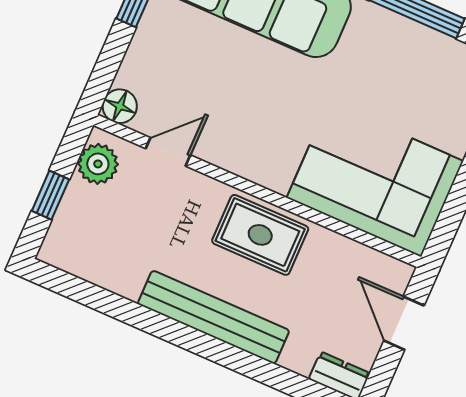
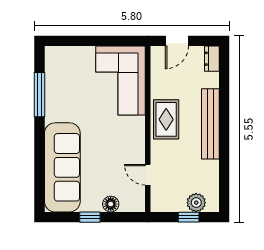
floor lamp: (120, 106) -> (111, 204), moved
plant: (98, 164) -> (196, 203), moved

